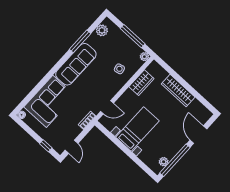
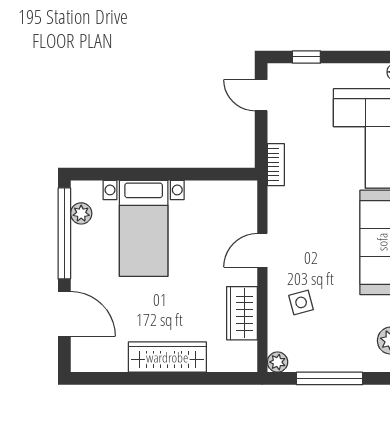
door: (107, 107) -> (262, 250), moved
bed with nightstands: (137, 129) -> (144, 228), moved

